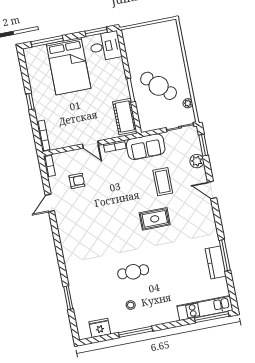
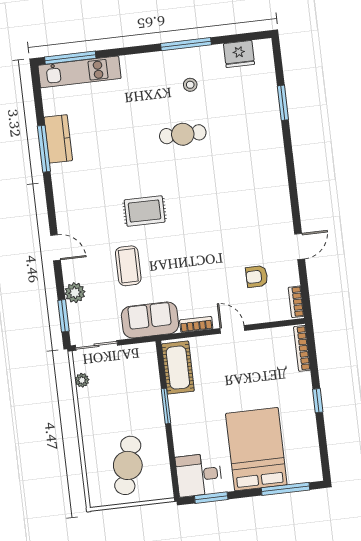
cafe table: (159, 86) -> (128, 465), moved, turned 62

